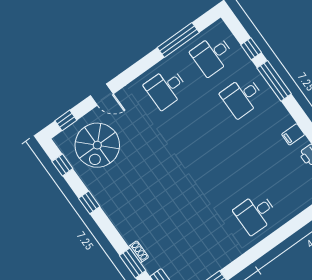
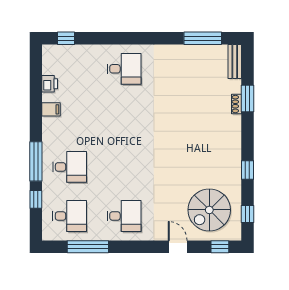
spiral stairs: (97, 145) -> (209, 210), turned 180

